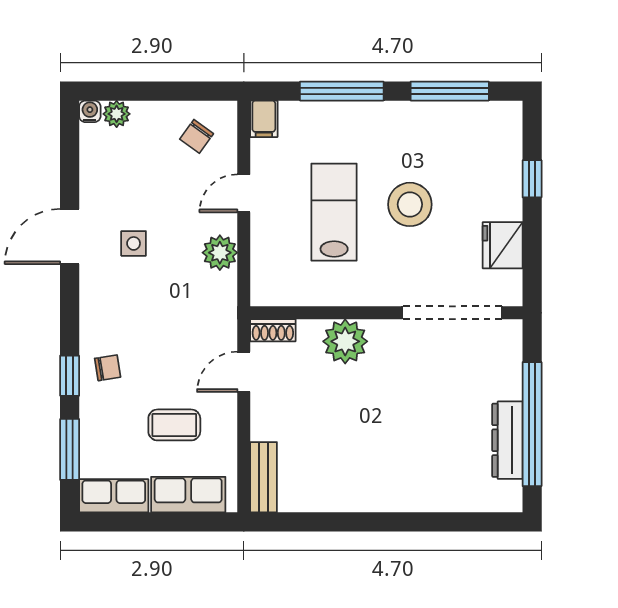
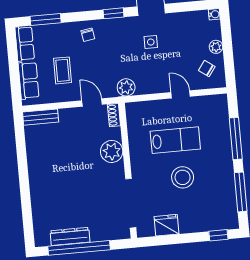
plant: (117, 114) -> (216, 47), moved
filing cabinet: (264, 119) -> (218, 101), removed
window: (532, 179) -> (218, 235), moved
plant: (220, 253) -> (126, 87), moved
window: (70, 376) -> (113, 13), moved

